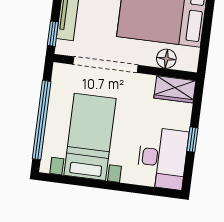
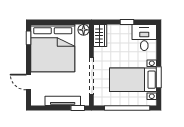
floor lamp: (166, 59) -> (84, 30), moved
desk: (162, 158) -> (144, 37), width x0.73
window: (88, 183) -> (159, 77), added

